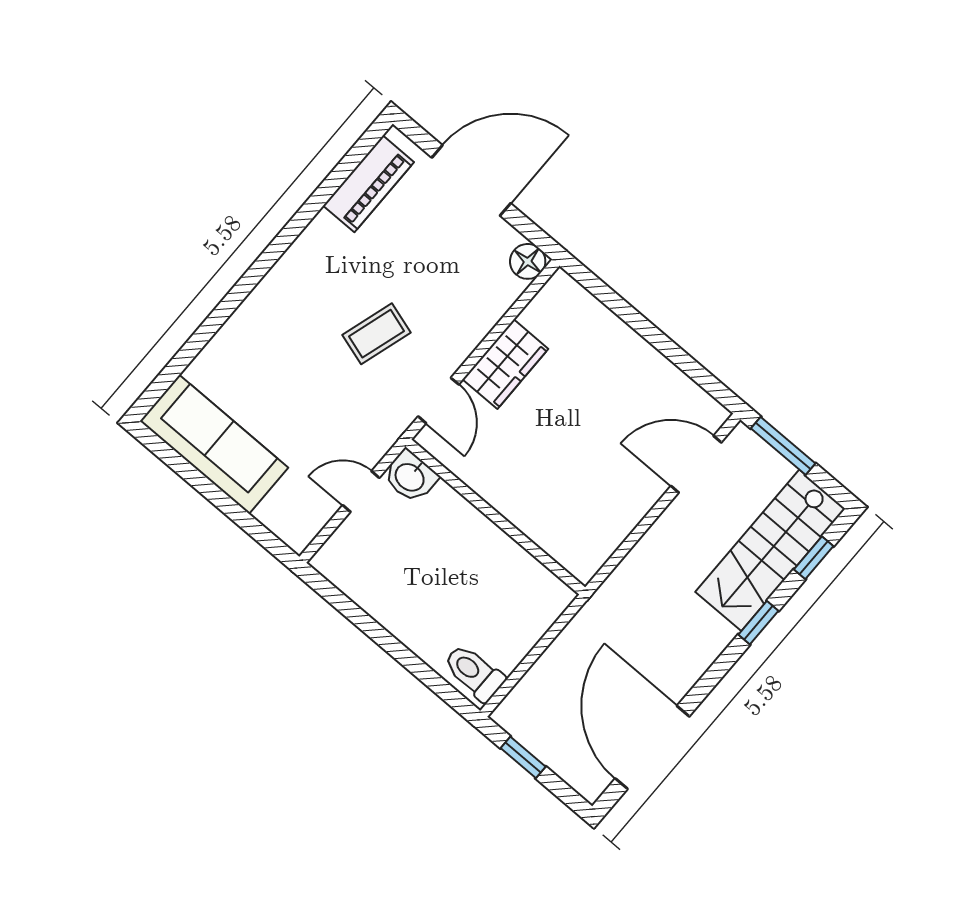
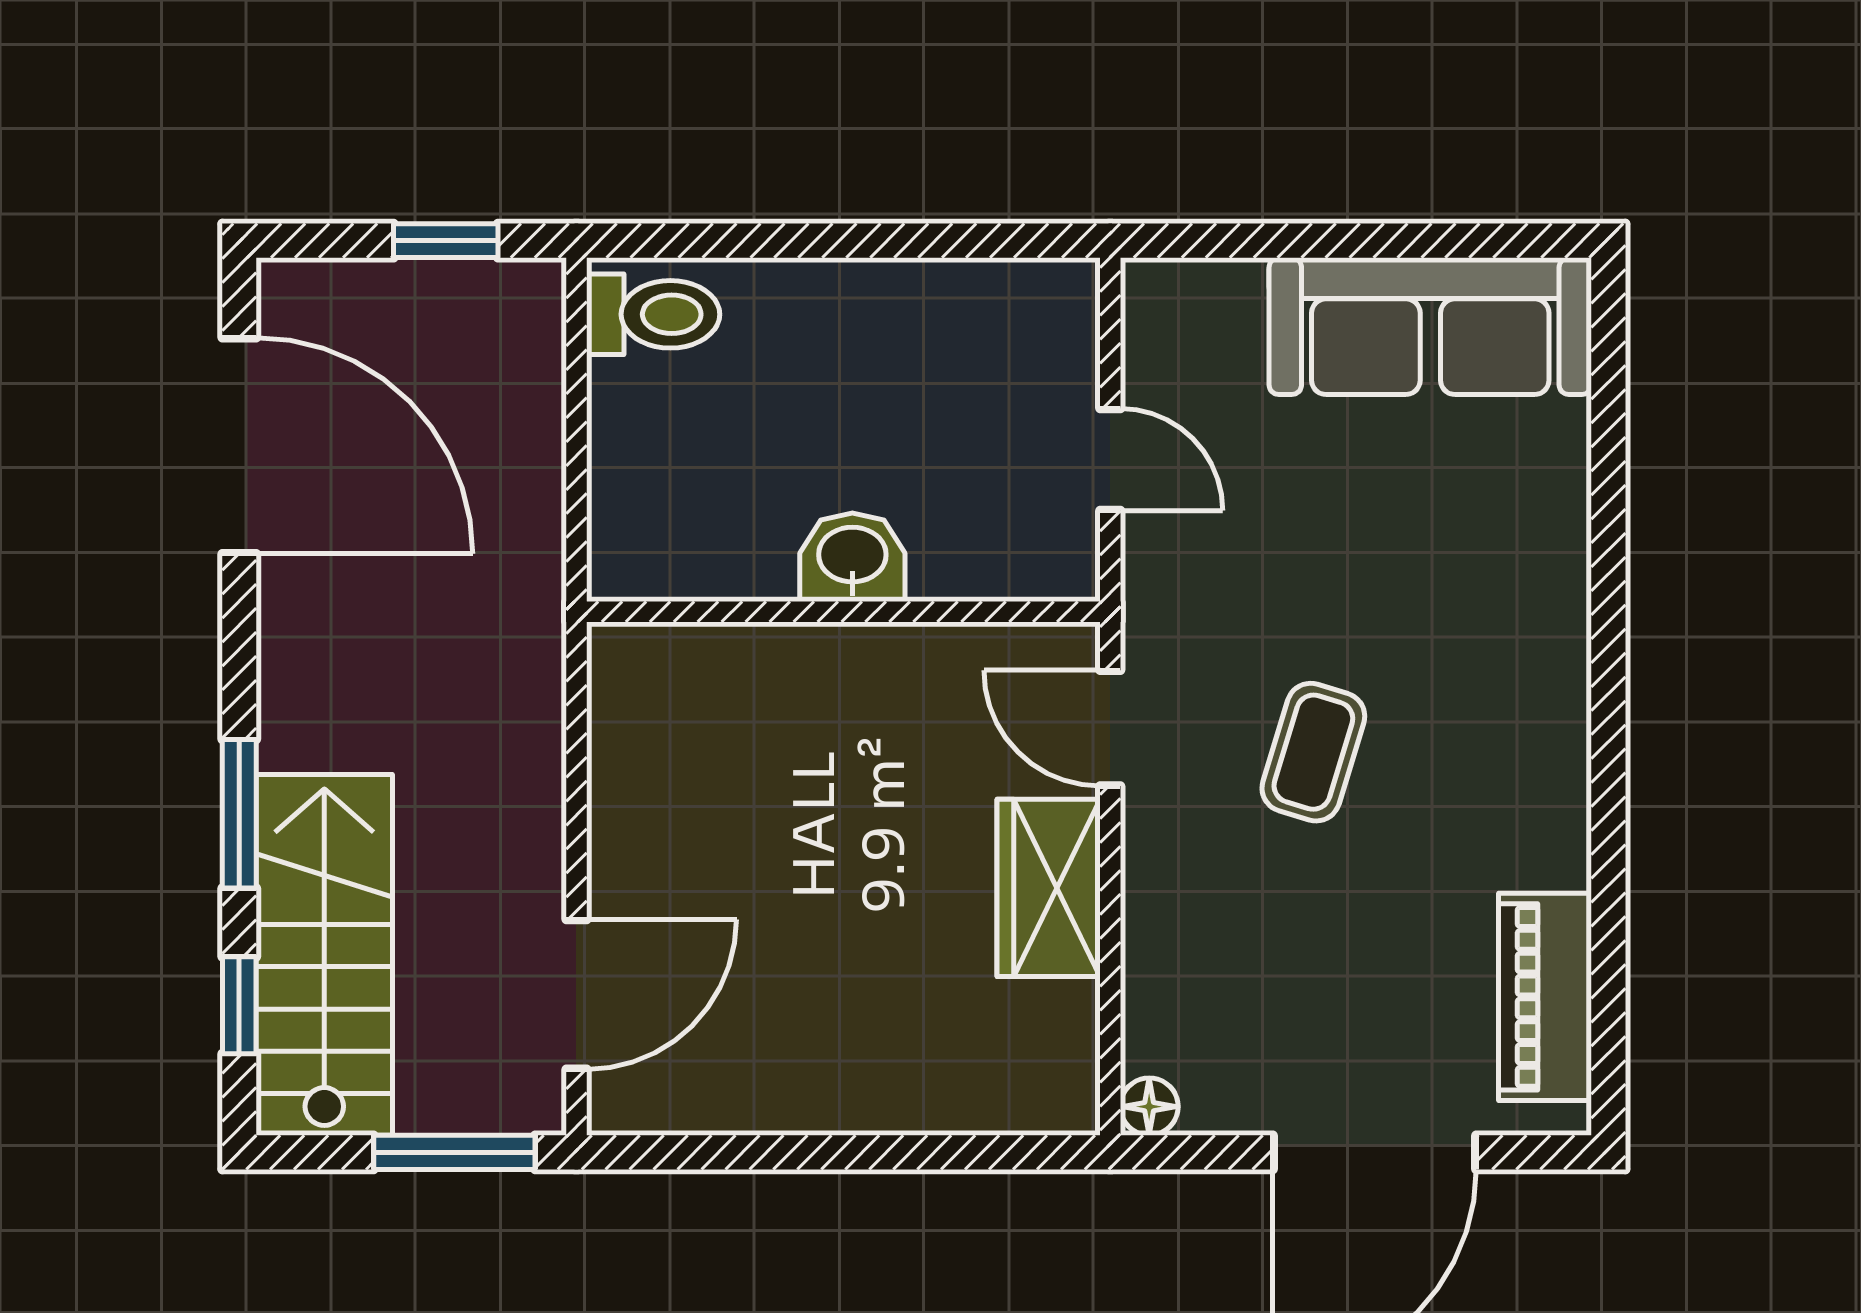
floor lamp: (528, 261) -> (1149, 1107), width x0.73, depth x0.73
washbasin: (410, 476) -> (852, 557), moved
door: (361, 491) -> (1110, 460), hinge flipped
window: (758, 623) -> (239, 814), width x1.50

